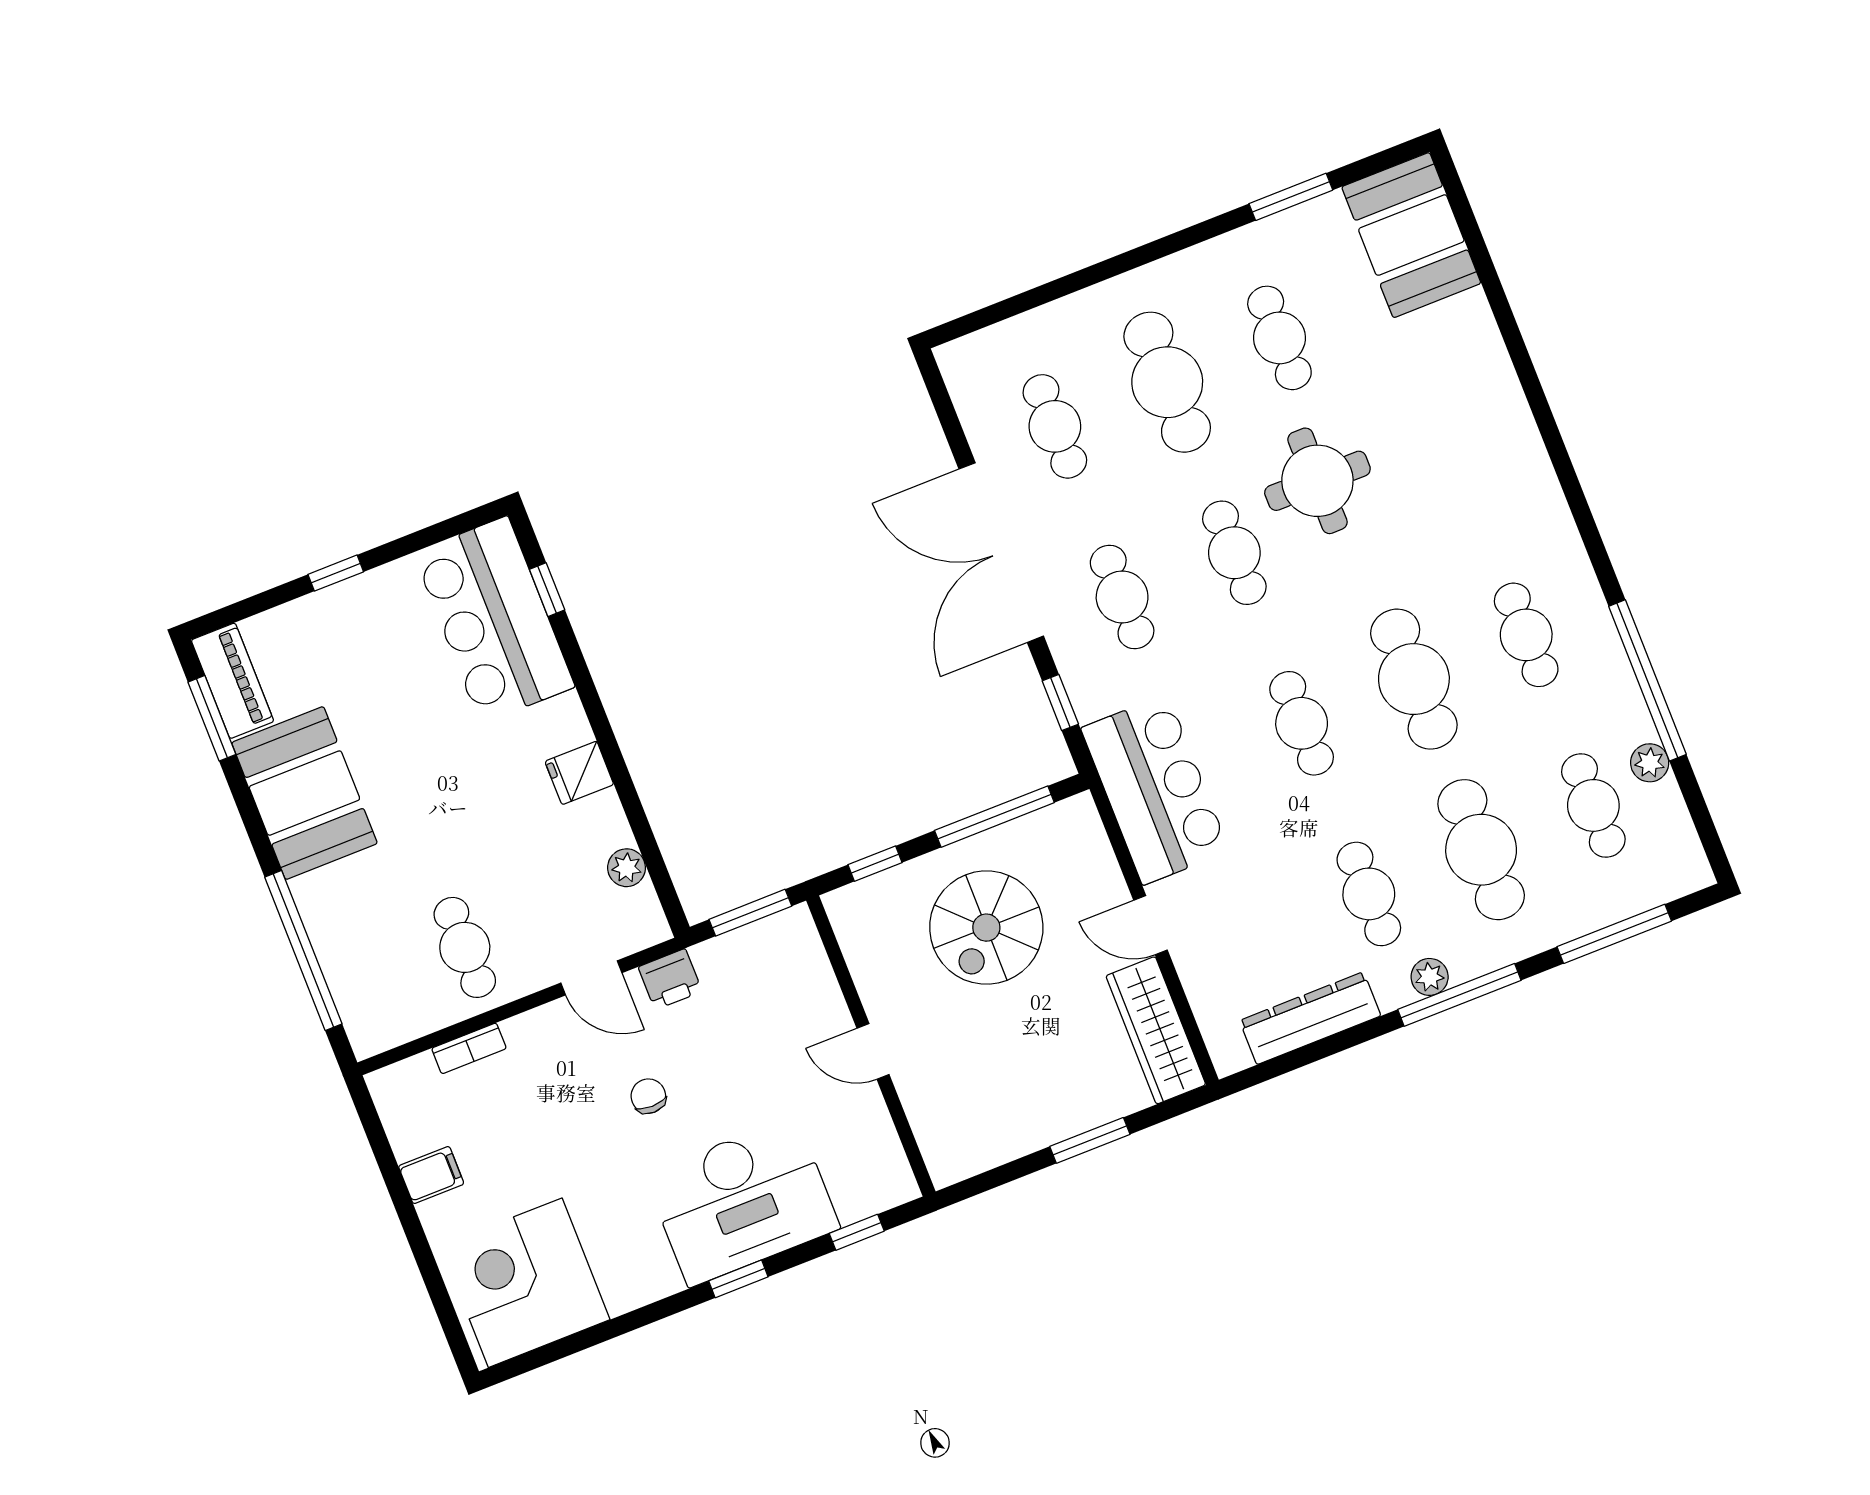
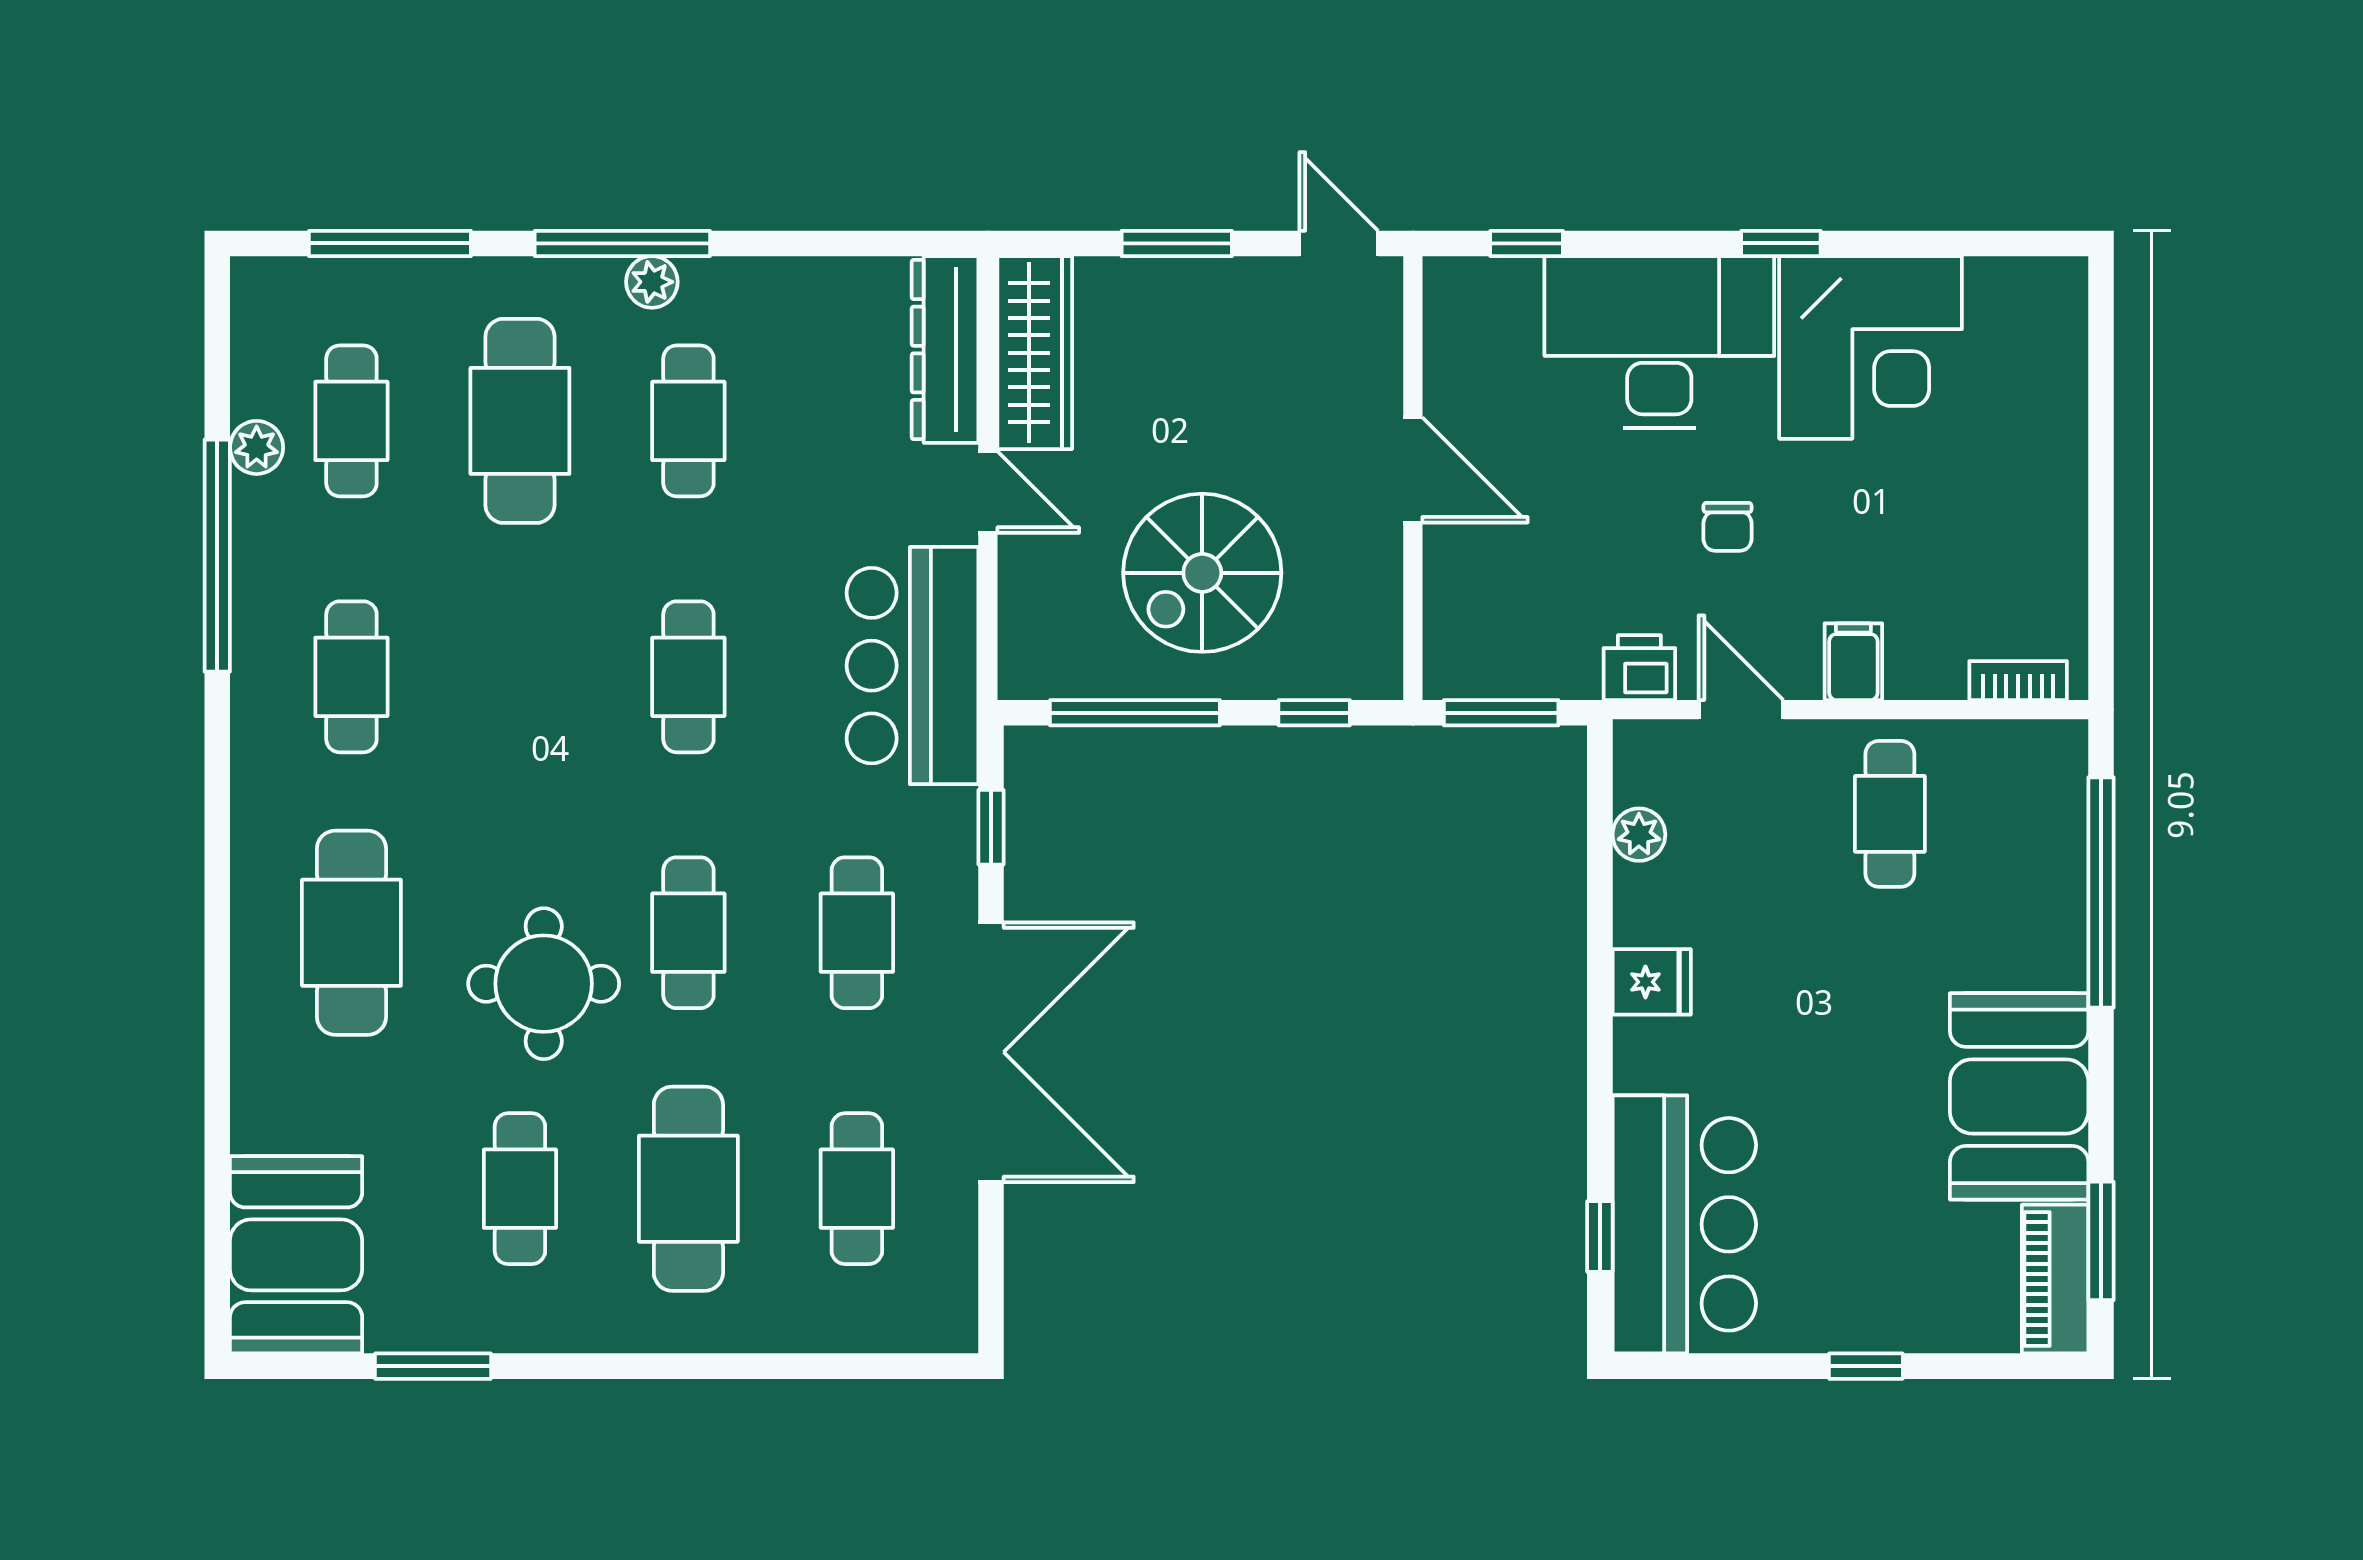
cafe table: (1414, 679) -> (351, 933), moved
spiral stairs: (986, 928) -> (1202, 573), turned 180
dresser: (1310, 1018) -> (945, 350), moved, turned 90
bookcase: (469, 1048) -> (2018, 681), moved
door: (873, 1051) -> (1413, 470), width x1.38
filing cabinet: (431, 1175) -> (1853, 662), moved, turned 90
door: (982, 1183) -> (1339, 243), added
window: (738, 1279) -> (1781, 243), moved
corner desk: (525, 1283) -> (1871, 348), moved

